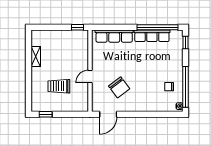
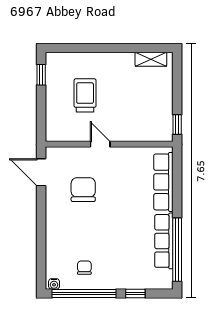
window: (186, 43) -> (135, 293), moved
shelving: (36, 56) -> (151, 59), moved
chair: (119, 87) -> (83, 190), turned 127

